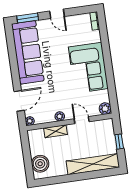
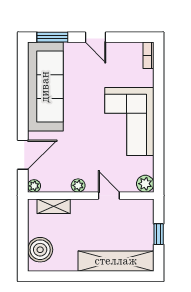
shelving: (56, 131) -> (54, 206), moved

